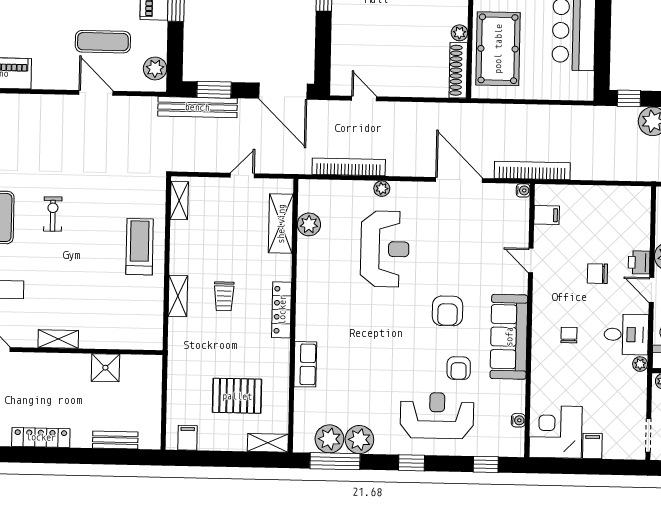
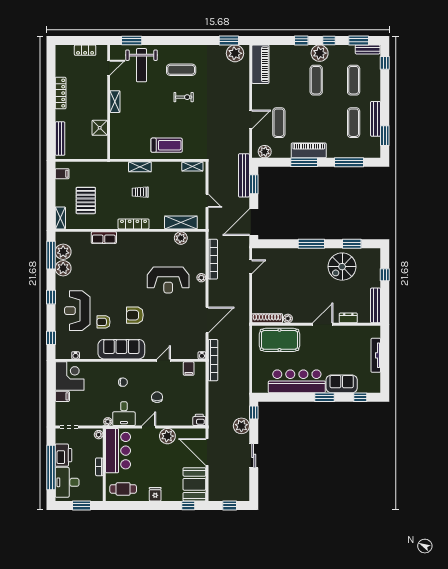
printer: (639, 262) -> (199, 420), moved
reception desk: (437, 416) -> (77, 311), turned 180
bench: (115, 440) -> (60, 139), width x1.36

